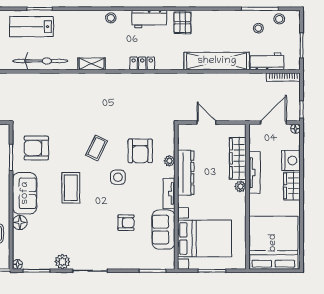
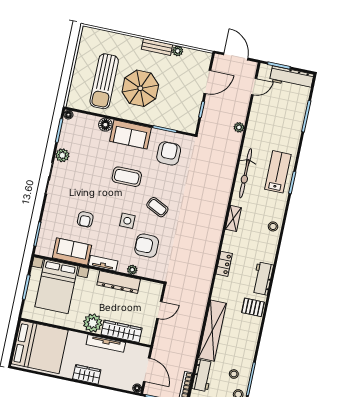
stool: (111, 18) -> (273, 226), moved
nightstand: (291, 160) -> (110, 378), removed
plant: (240, 186) -> (93, 323), width x1.88, depth x1.88

